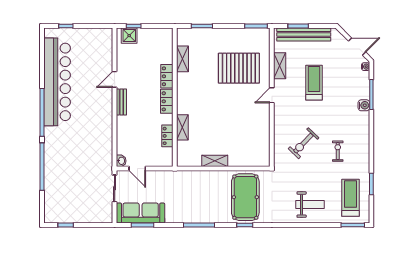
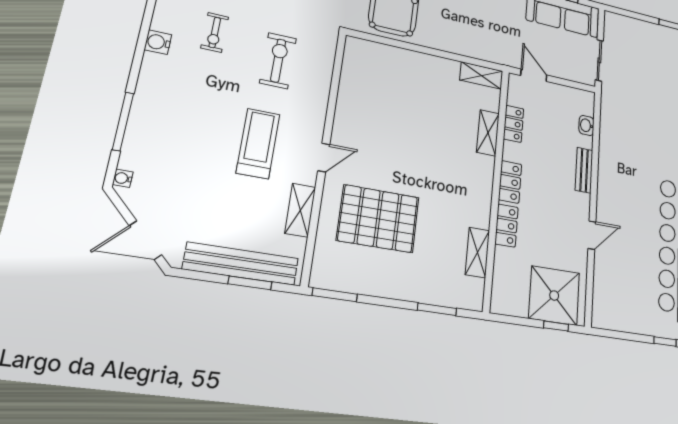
shower: (129, 36) -> (554, 296), width x1.86, depth x1.86
door: (357, 47) -> (145, 240), moved
treadmill: (314, 83) -> (258, 143), moved, turned 180
bench: (121, 102) -> (584, 170), moved
water cooler: (364, 105) -> (158, 42), moved
exercise bike: (303, 143) -> (278, 61), turned -44
washbasin: (121, 161) -> (586, 125), moved
shelving: (215, 161) -> (481, 75), moved
door: (137, 169) -> (534, 75), moved

